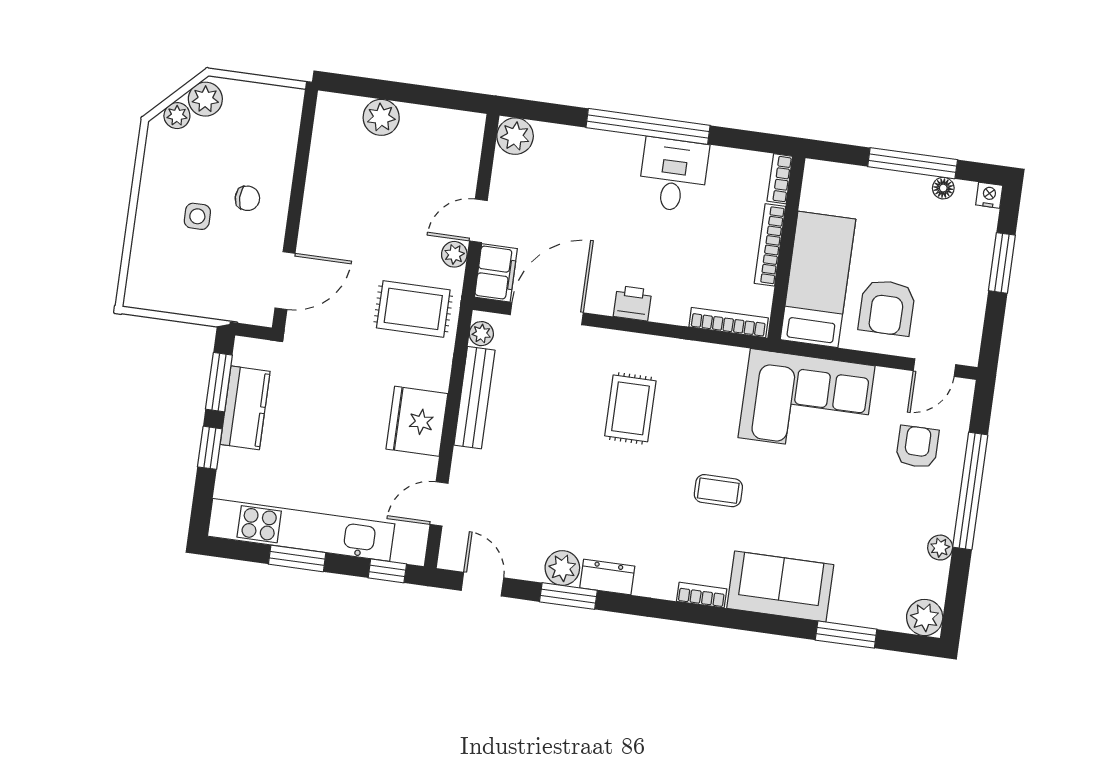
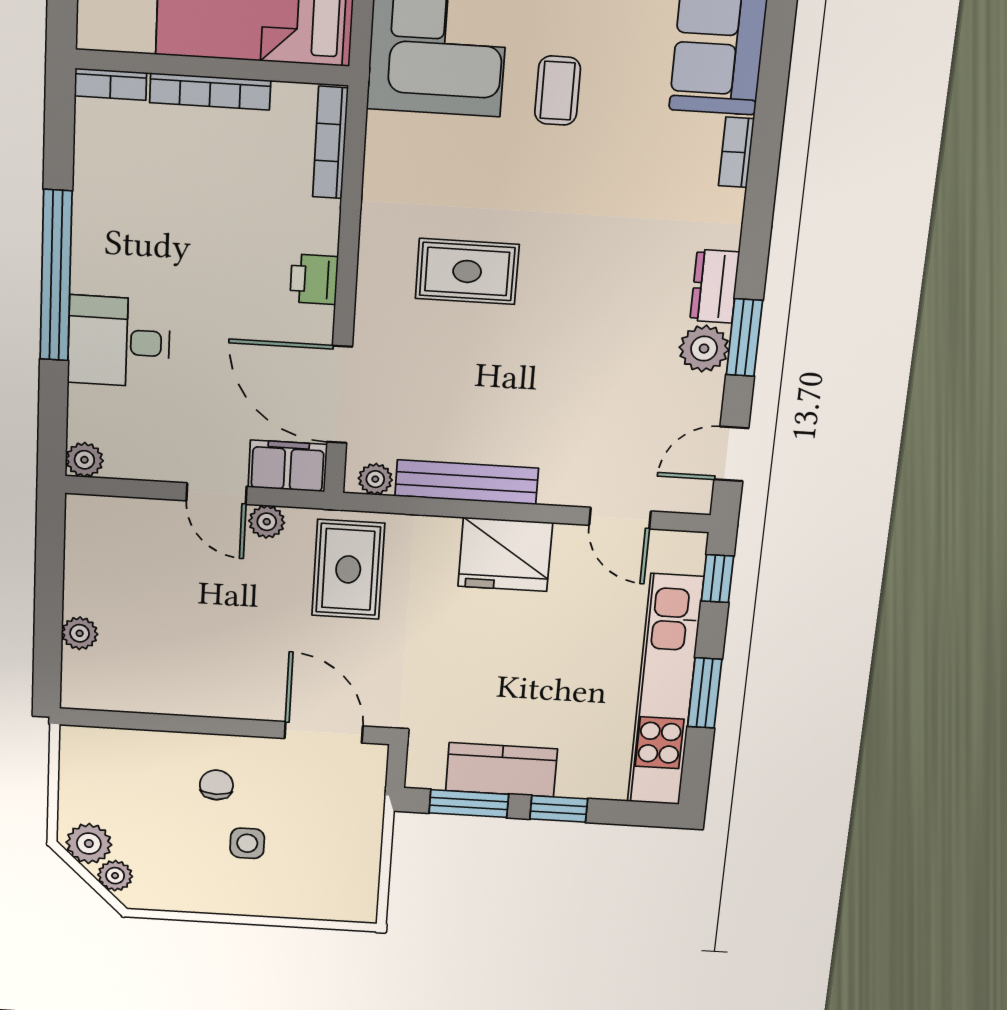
plant: (381, 117) -> (80, 633), width x0.73, depth x0.73
plant: (515, 136) -> (84, 460), width x0.73, depth x0.73
desk: (673, 175) -> (119, 342), moved
coffee table: (718, 491) -> (558, 91), moved

